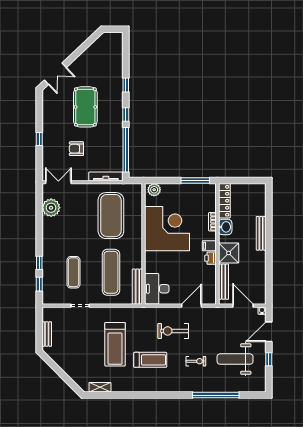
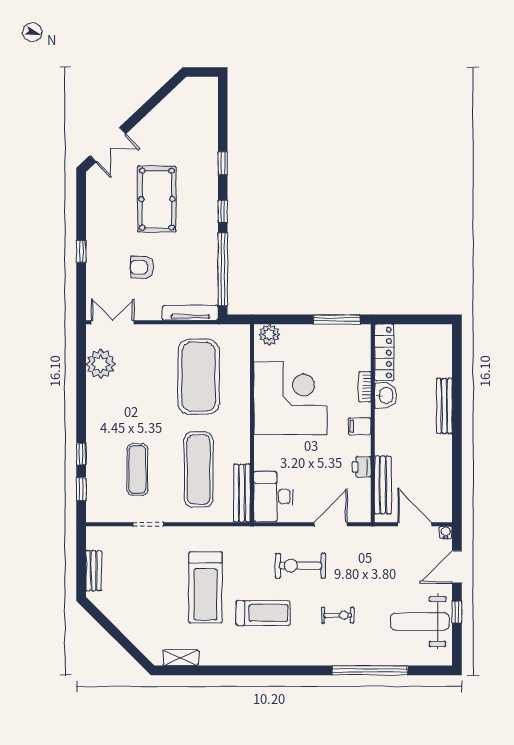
shower: (229, 253) -> (391, 438), removed
printer: (211, 258) -> (362, 467), moved
weight bench: (235, 359) -> (420, 621), moved

